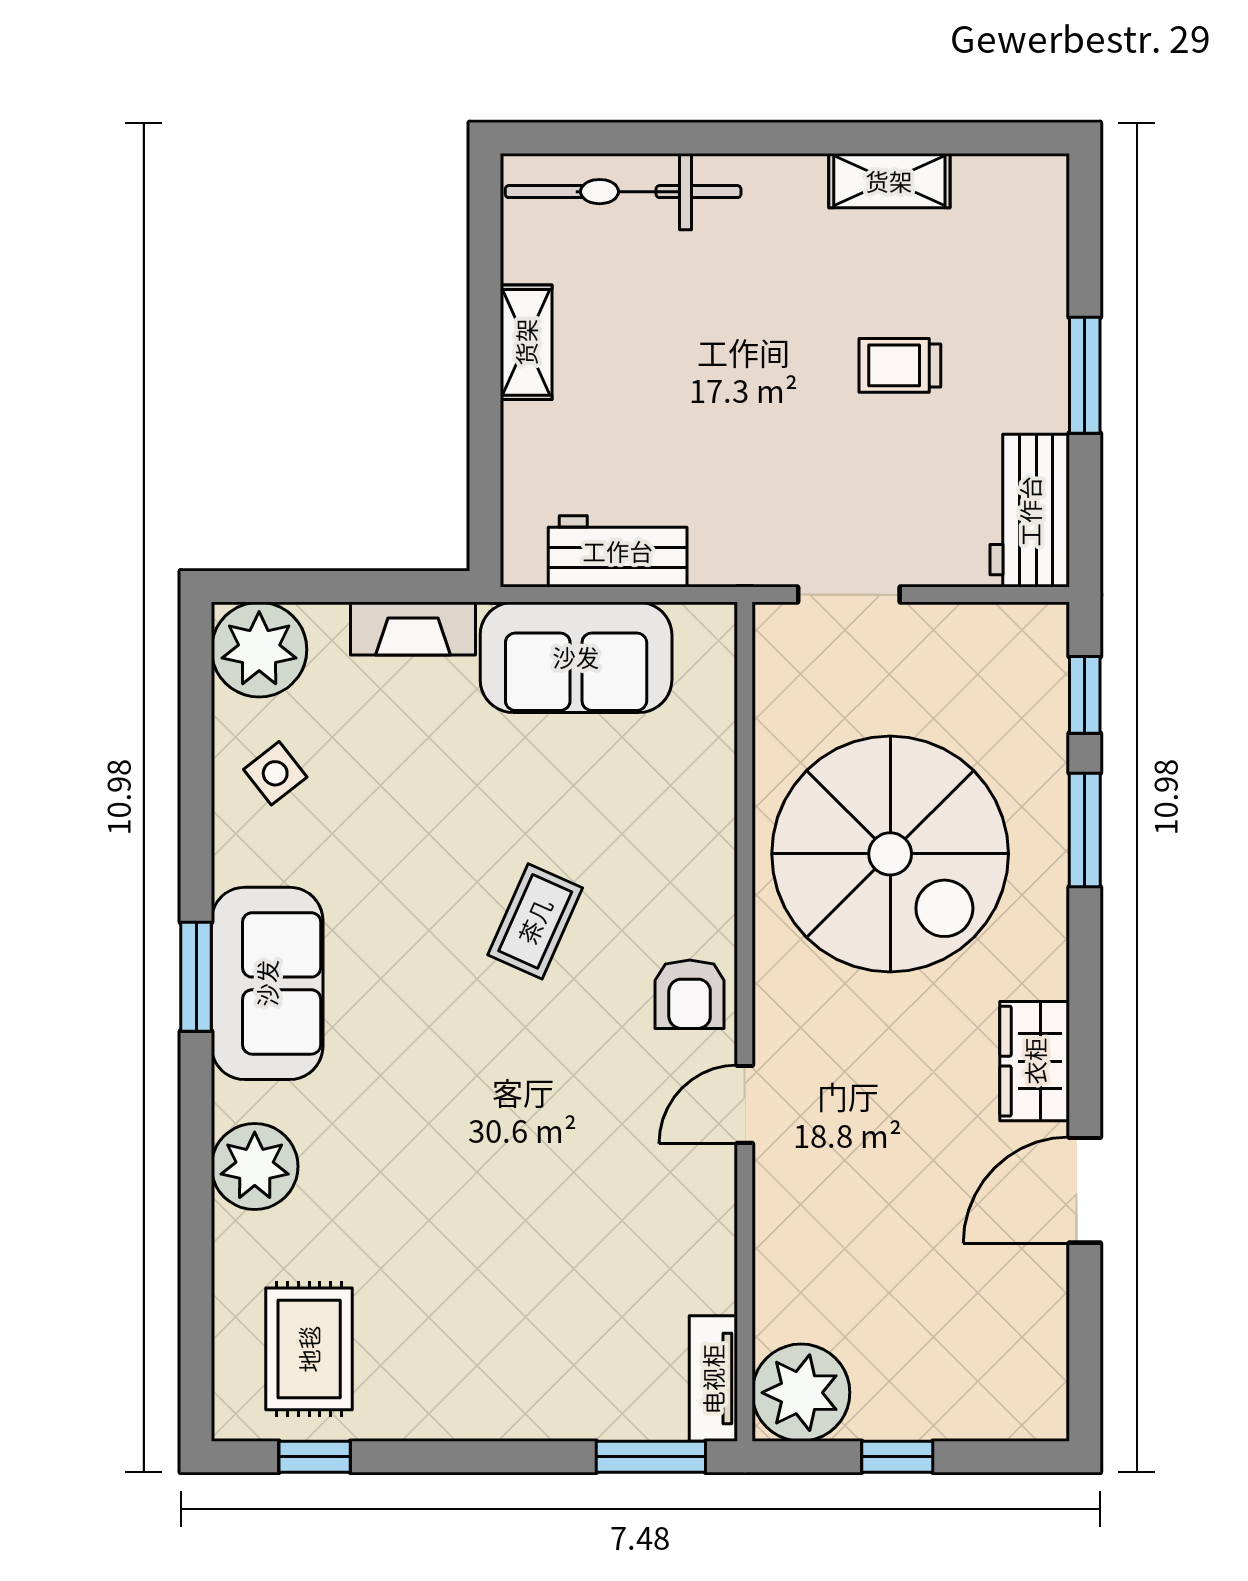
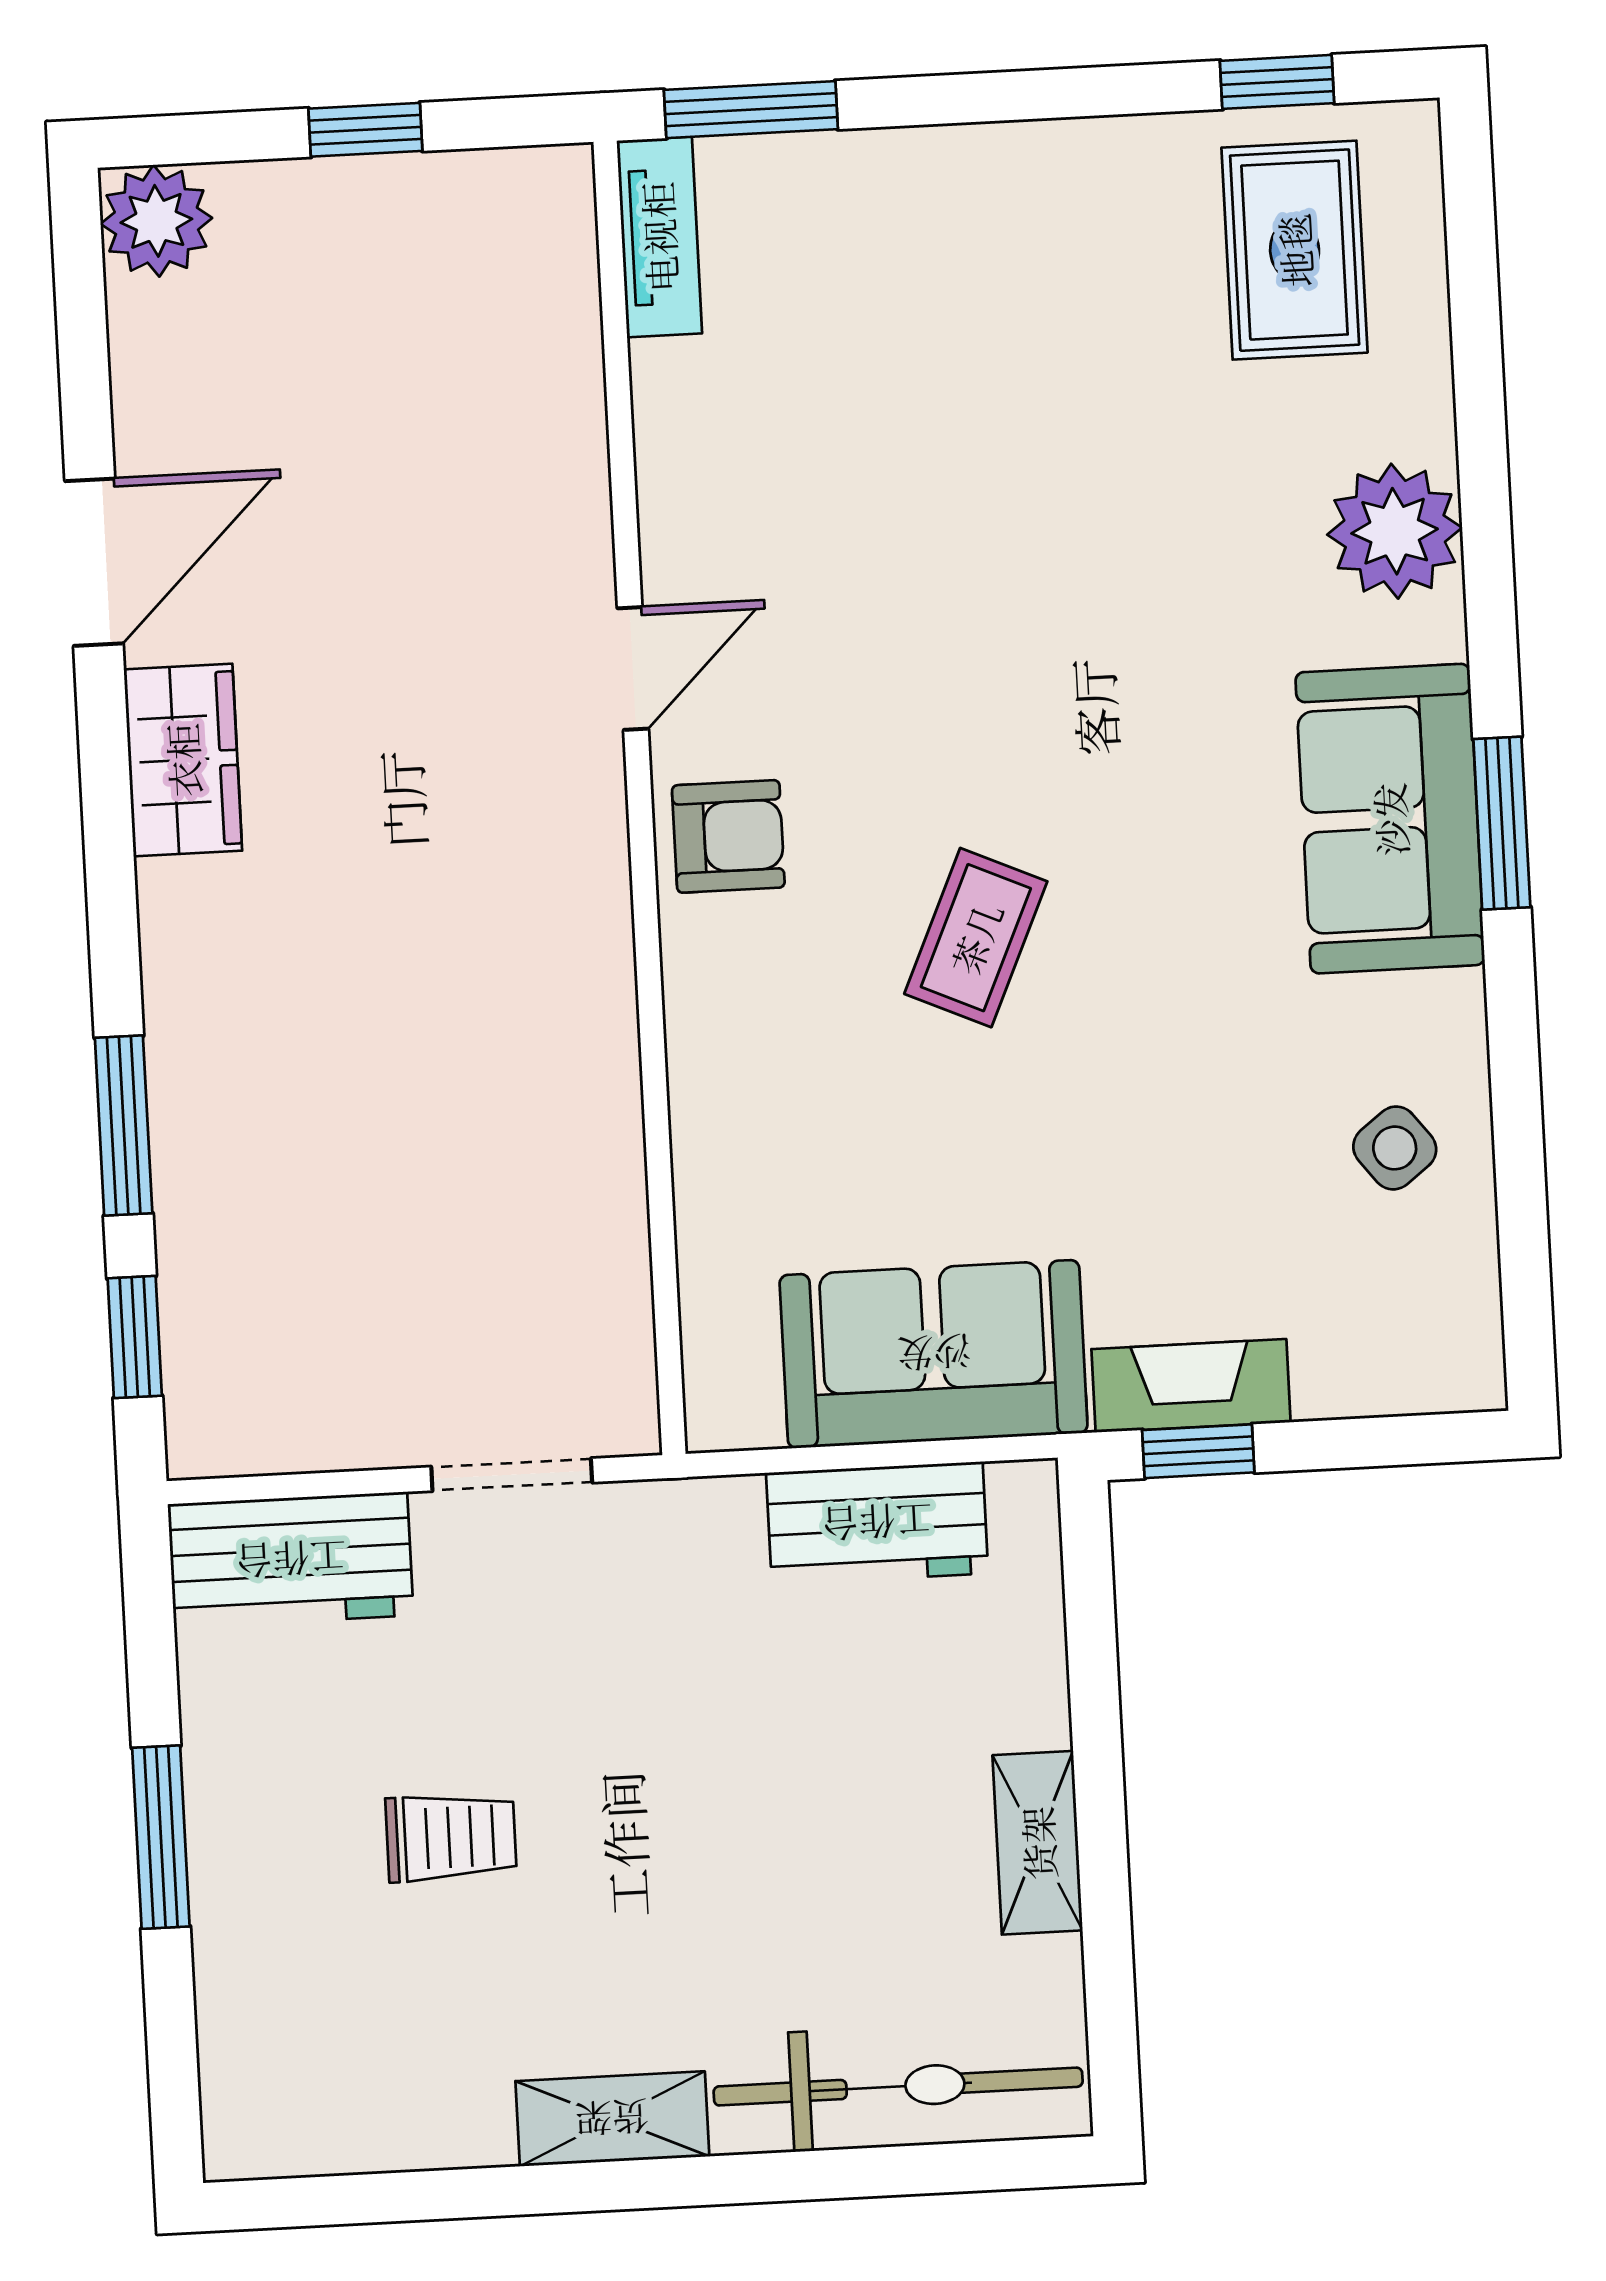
shelving: (889, 181) -> (612, 2119), moved
workbench: (1030, 511) -> (291, 1560), moved, turned 90
window: (411, 587) -> (1198, 1451), added
plant: (259, 650) -> (1430, 1340), removed
spiral stairs: (890, 854) -> (426, 1072), removed
armchair: (690, 994) -> (728, 836), turned 90
plant: (801, 1393) -> (156, 221), moved, width x0.73, depth x0.73

